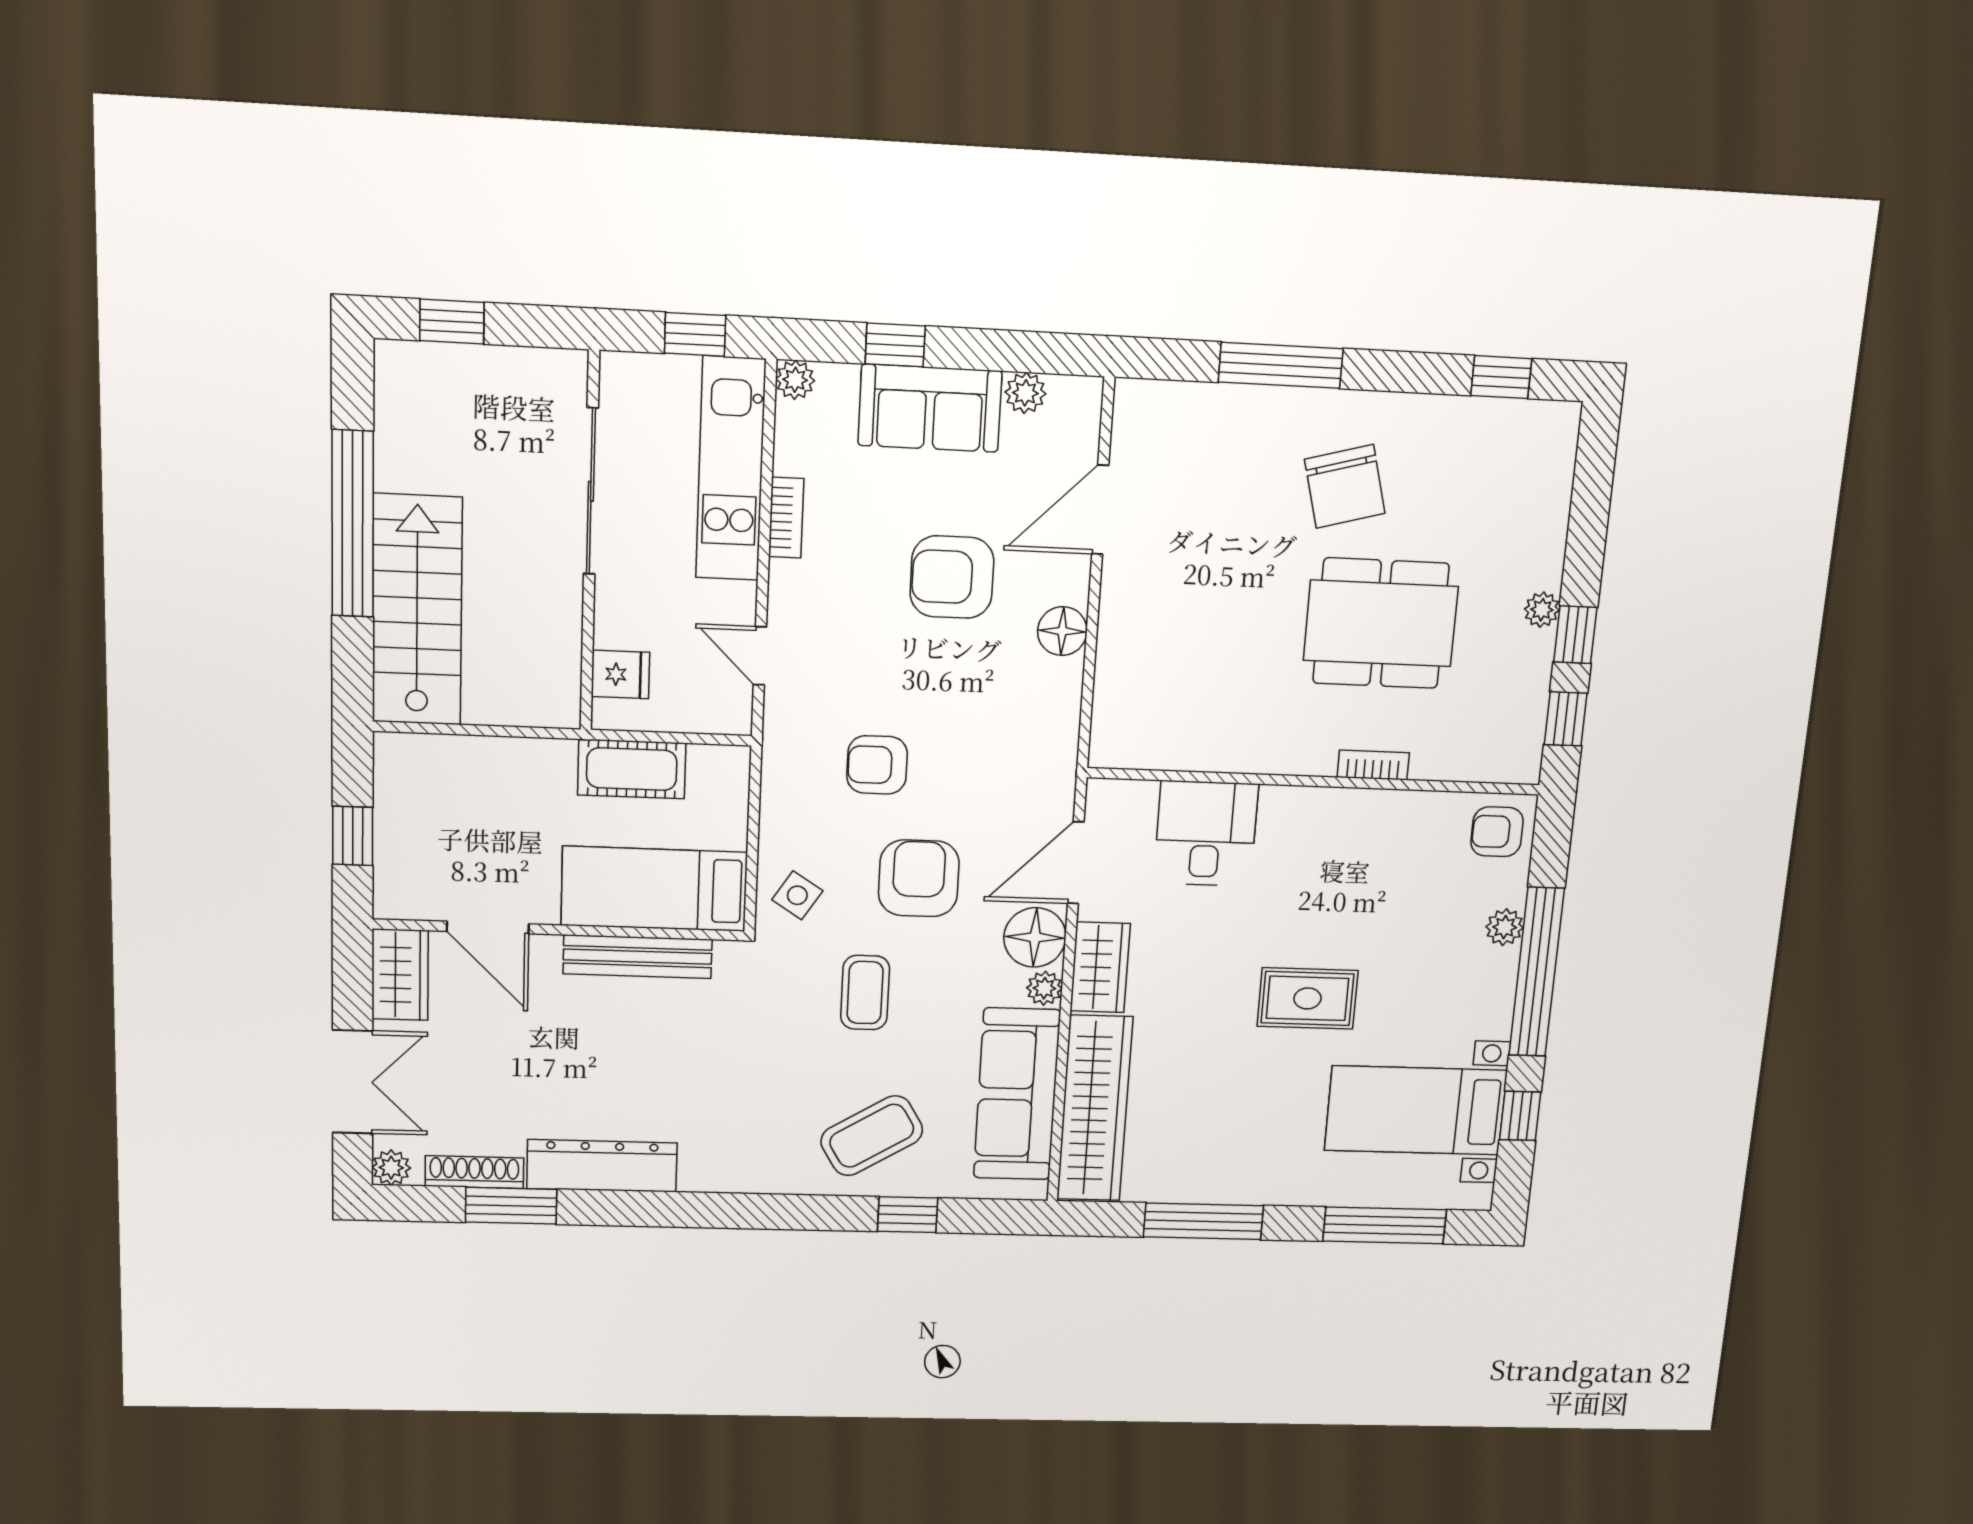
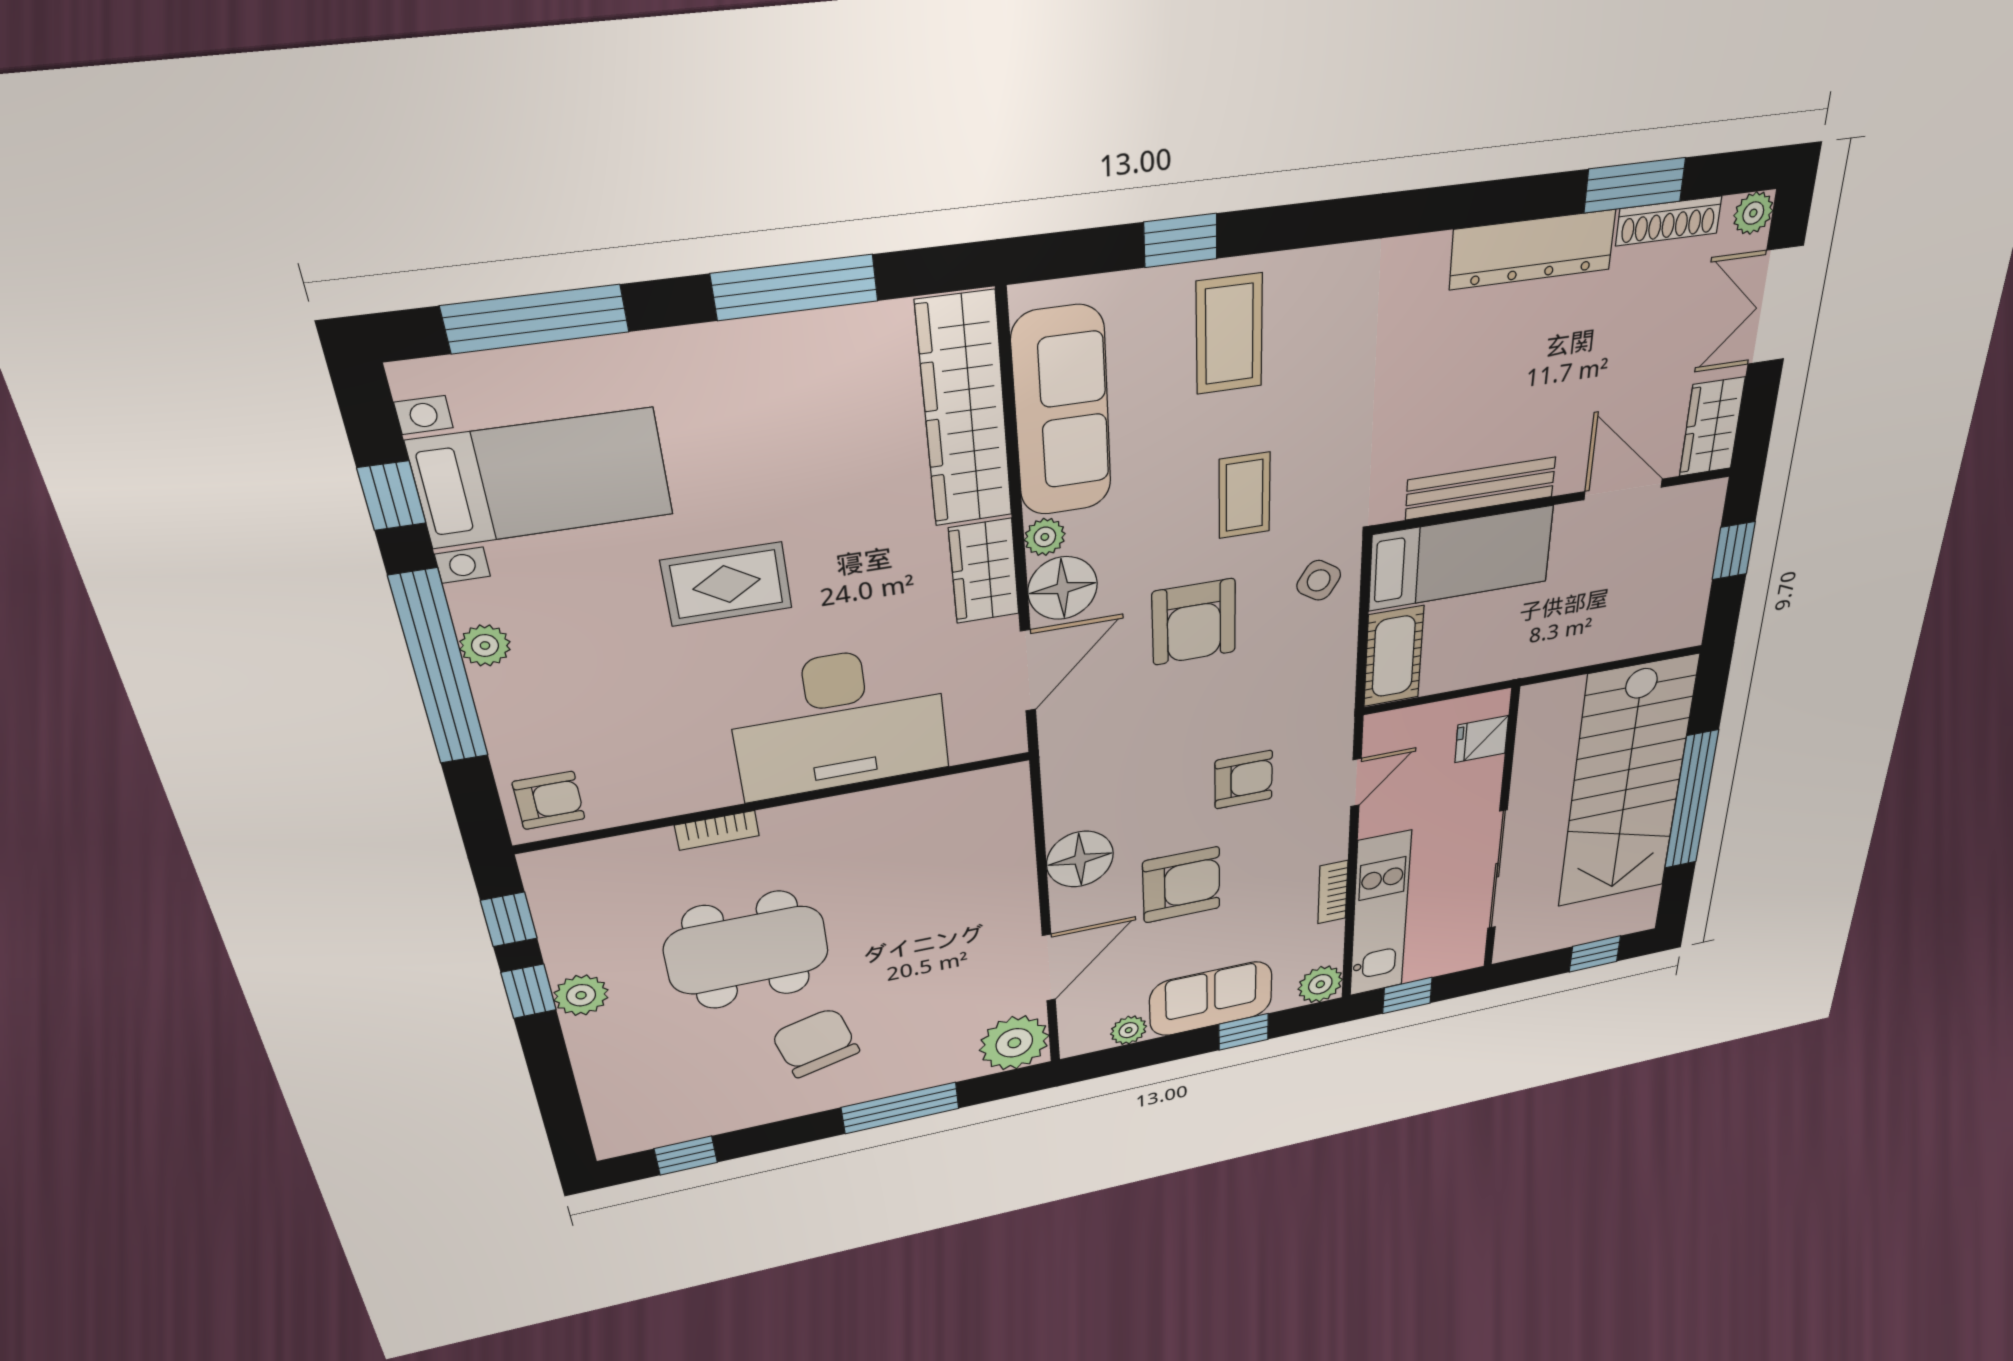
plant: (795, 380) -> (1320, 984), width x1.38, depth x1.38
plant: (1149, 417) -> (1014, 1043), added
stairs: (417, 610) -> (1627, 784), width x1.36, depth x1.51
plant: (1542, 610) -> (581, 995), width x1.38, depth x1.38
floor lamp: (1062, 631) -> (1080, 859), width x1.38, depth x1.38
door: (760, 656) -> (1356, 783), hinge flipped
armchair: (877, 765) -> (1244, 780), moved
cot: (632, 769) -> (1394, 656), moved, turned 90
desk: (1206, 833) -> (839, 722), width x1.87, depth x1.30
plant: (1505, 927) -> (485, 646), moved
coffee table: (872, 1136) -> (1229, 334), turned -59

